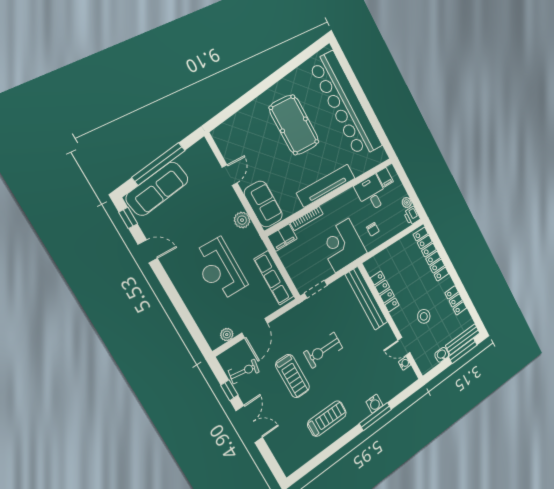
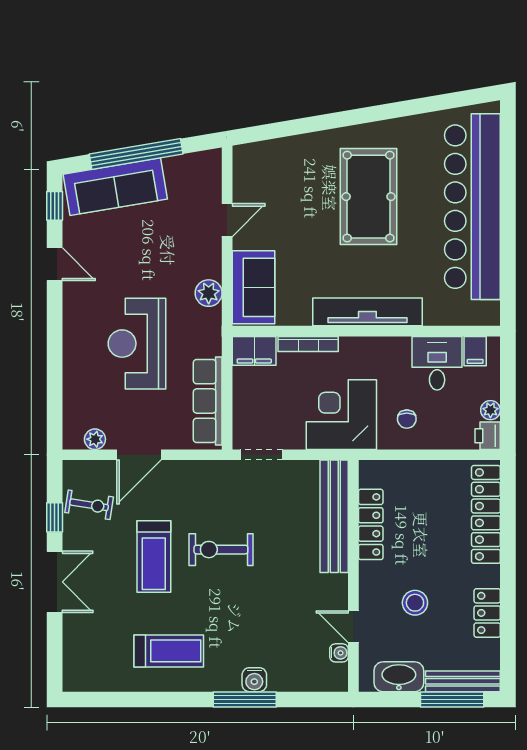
washbasin: (442, 355) -> (399, 677), width x1.91, depth x1.45

